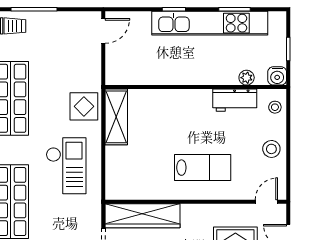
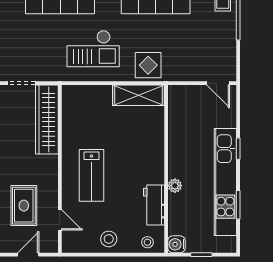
plant: (247, 78) -> (175, 186), moved
door: (266, 202) -> (60, 220), moved

